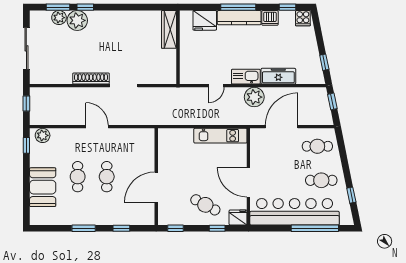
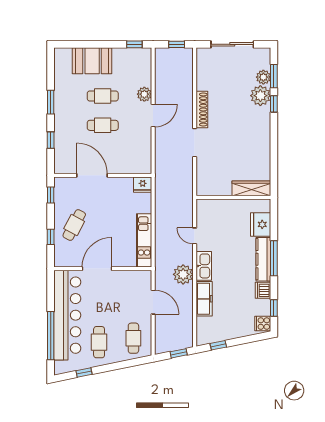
door: (282, 127) -> (153, 302), width x0.73
plant: (43, 135) -> (144, 94), moved
fridge: (238, 217) -> (143, 185), moved, turned 90

